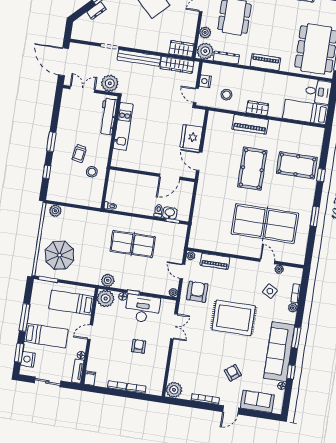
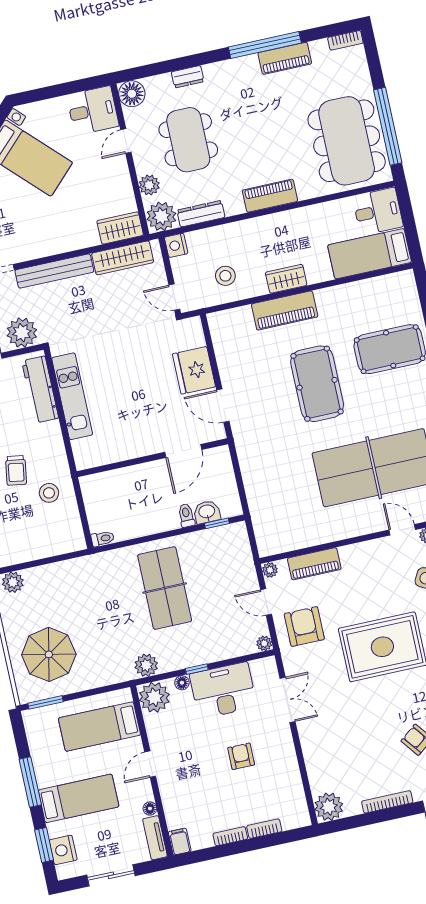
nightstand: (205, 81) -> (176, 245), moved
table tennis table: (133, 244) -> (165, 588), turned 90

